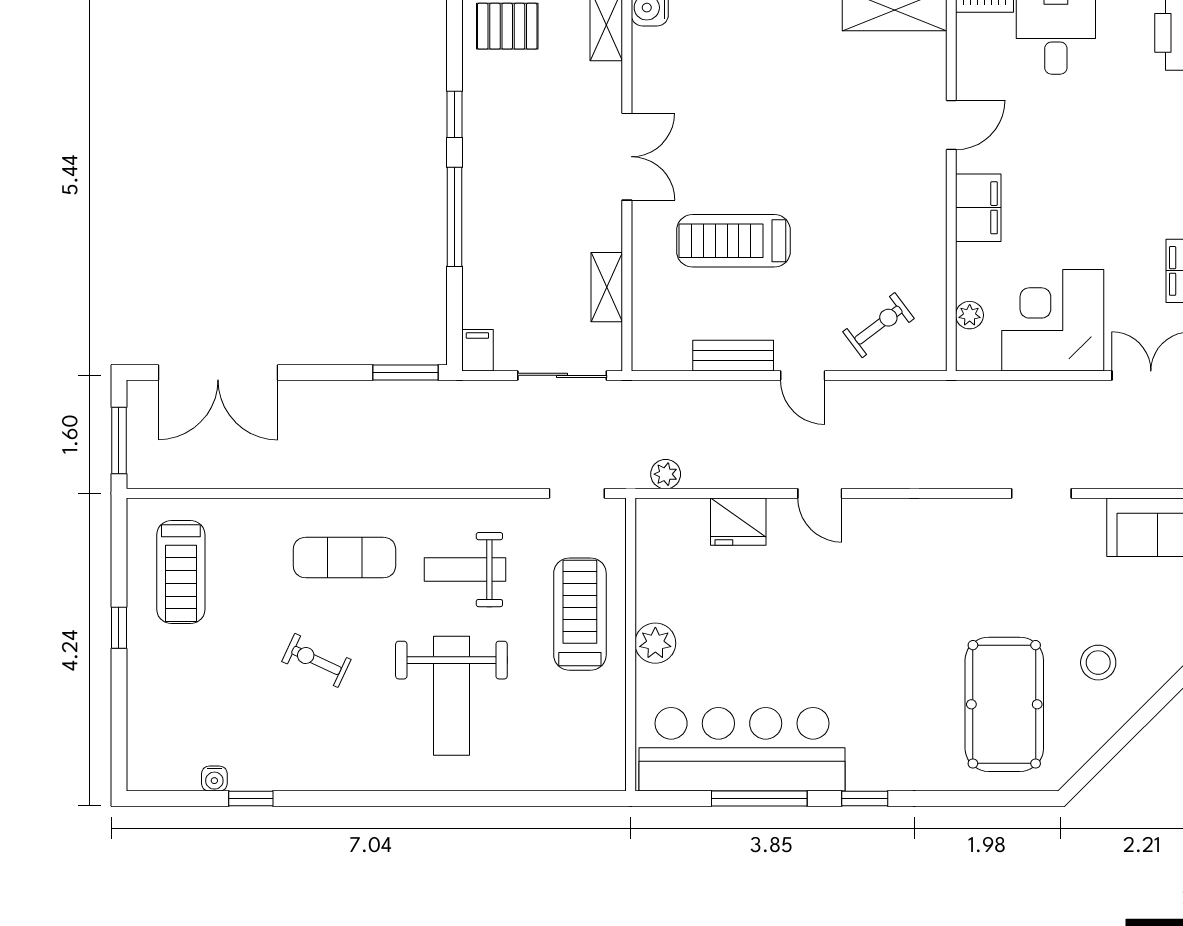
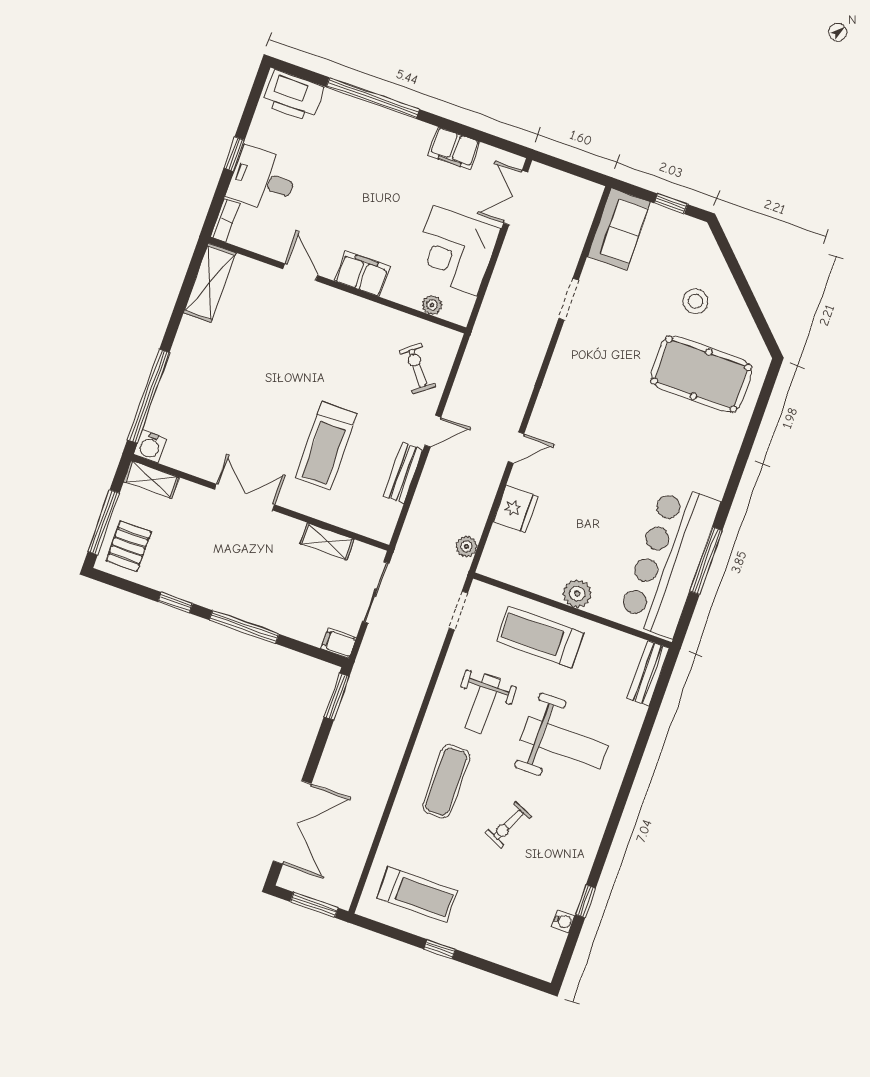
bench: (583, 775) -> (648, 673), added
window: (865, 799) -> (731, 490), removed

